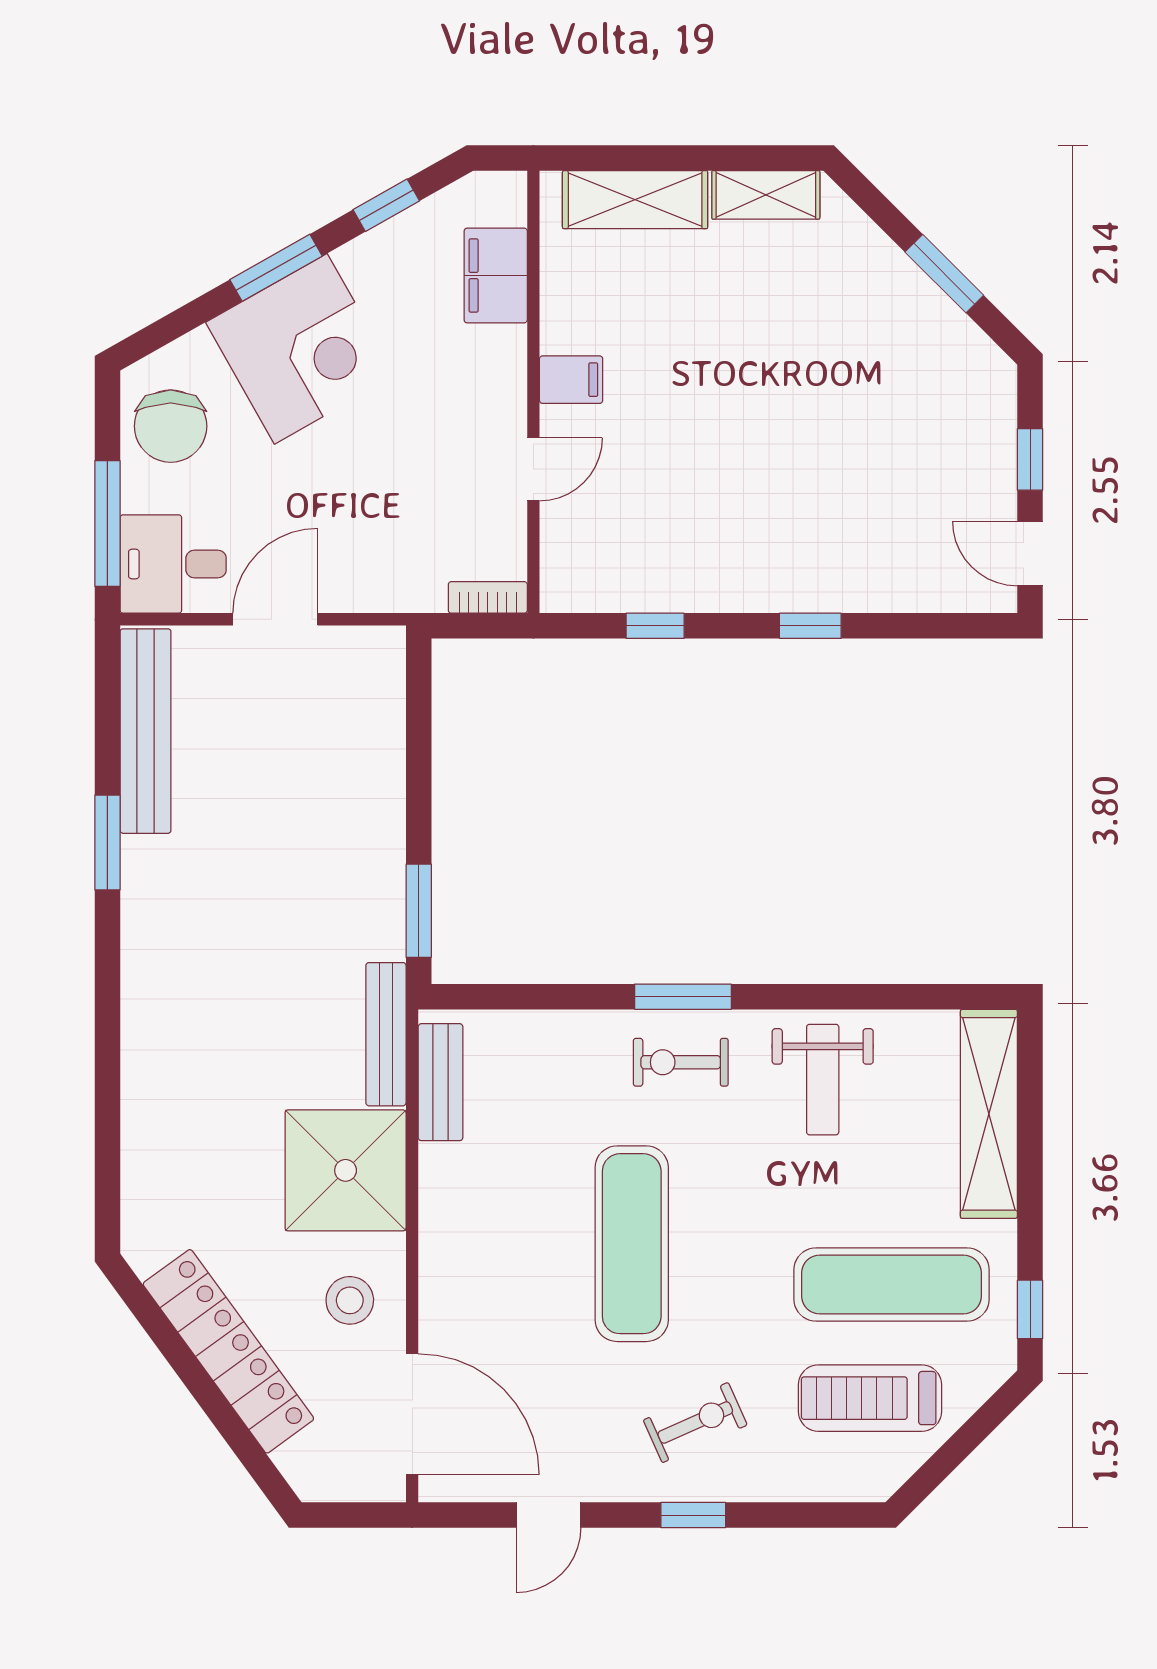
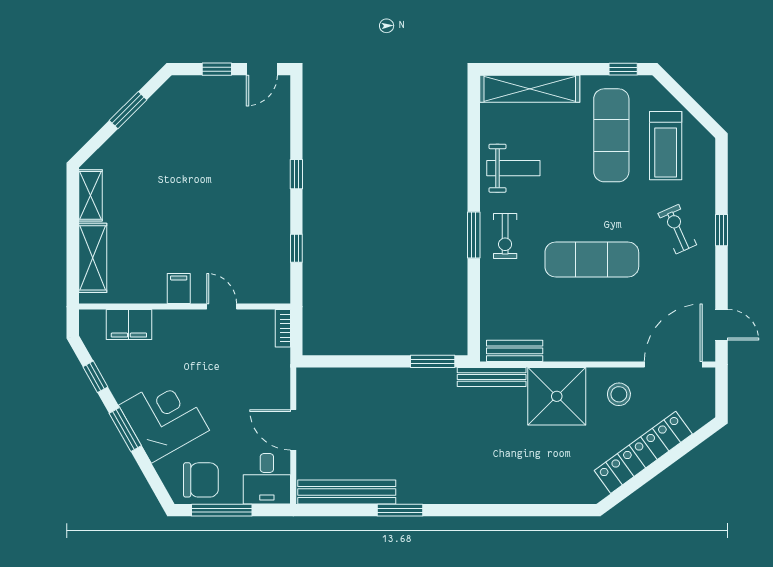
window: (107, 523) -> (222, 510), moved
door: (548, 1515) -> (722, 325), moved

